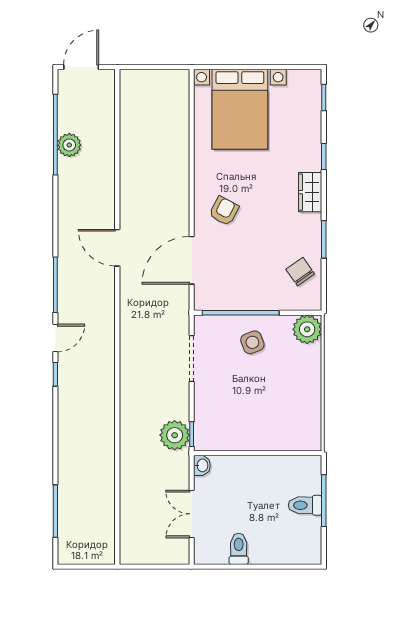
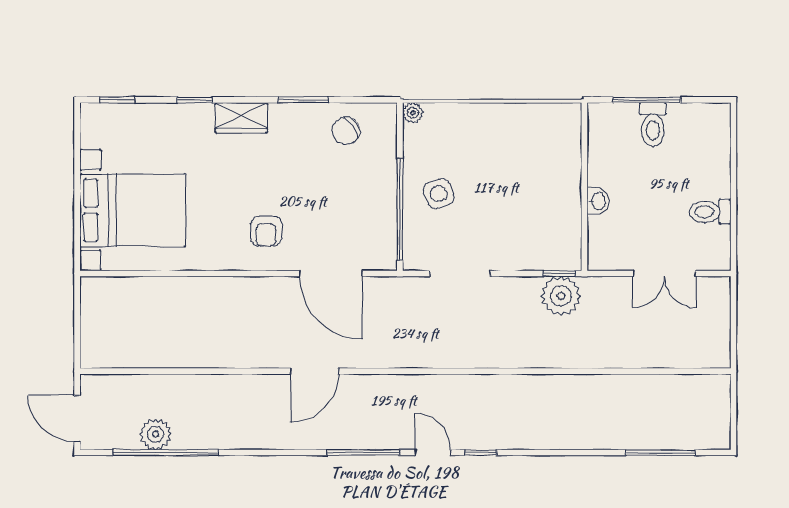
plant: (69, 145) -> (156, 434), moved
armchair: (224, 211) -> (266, 231), turned -118
plant: (307, 329) -> (413, 113), width x0.53, depth x0.53
washbasin: (202, 465) -> (598, 201), moved, turned 90

